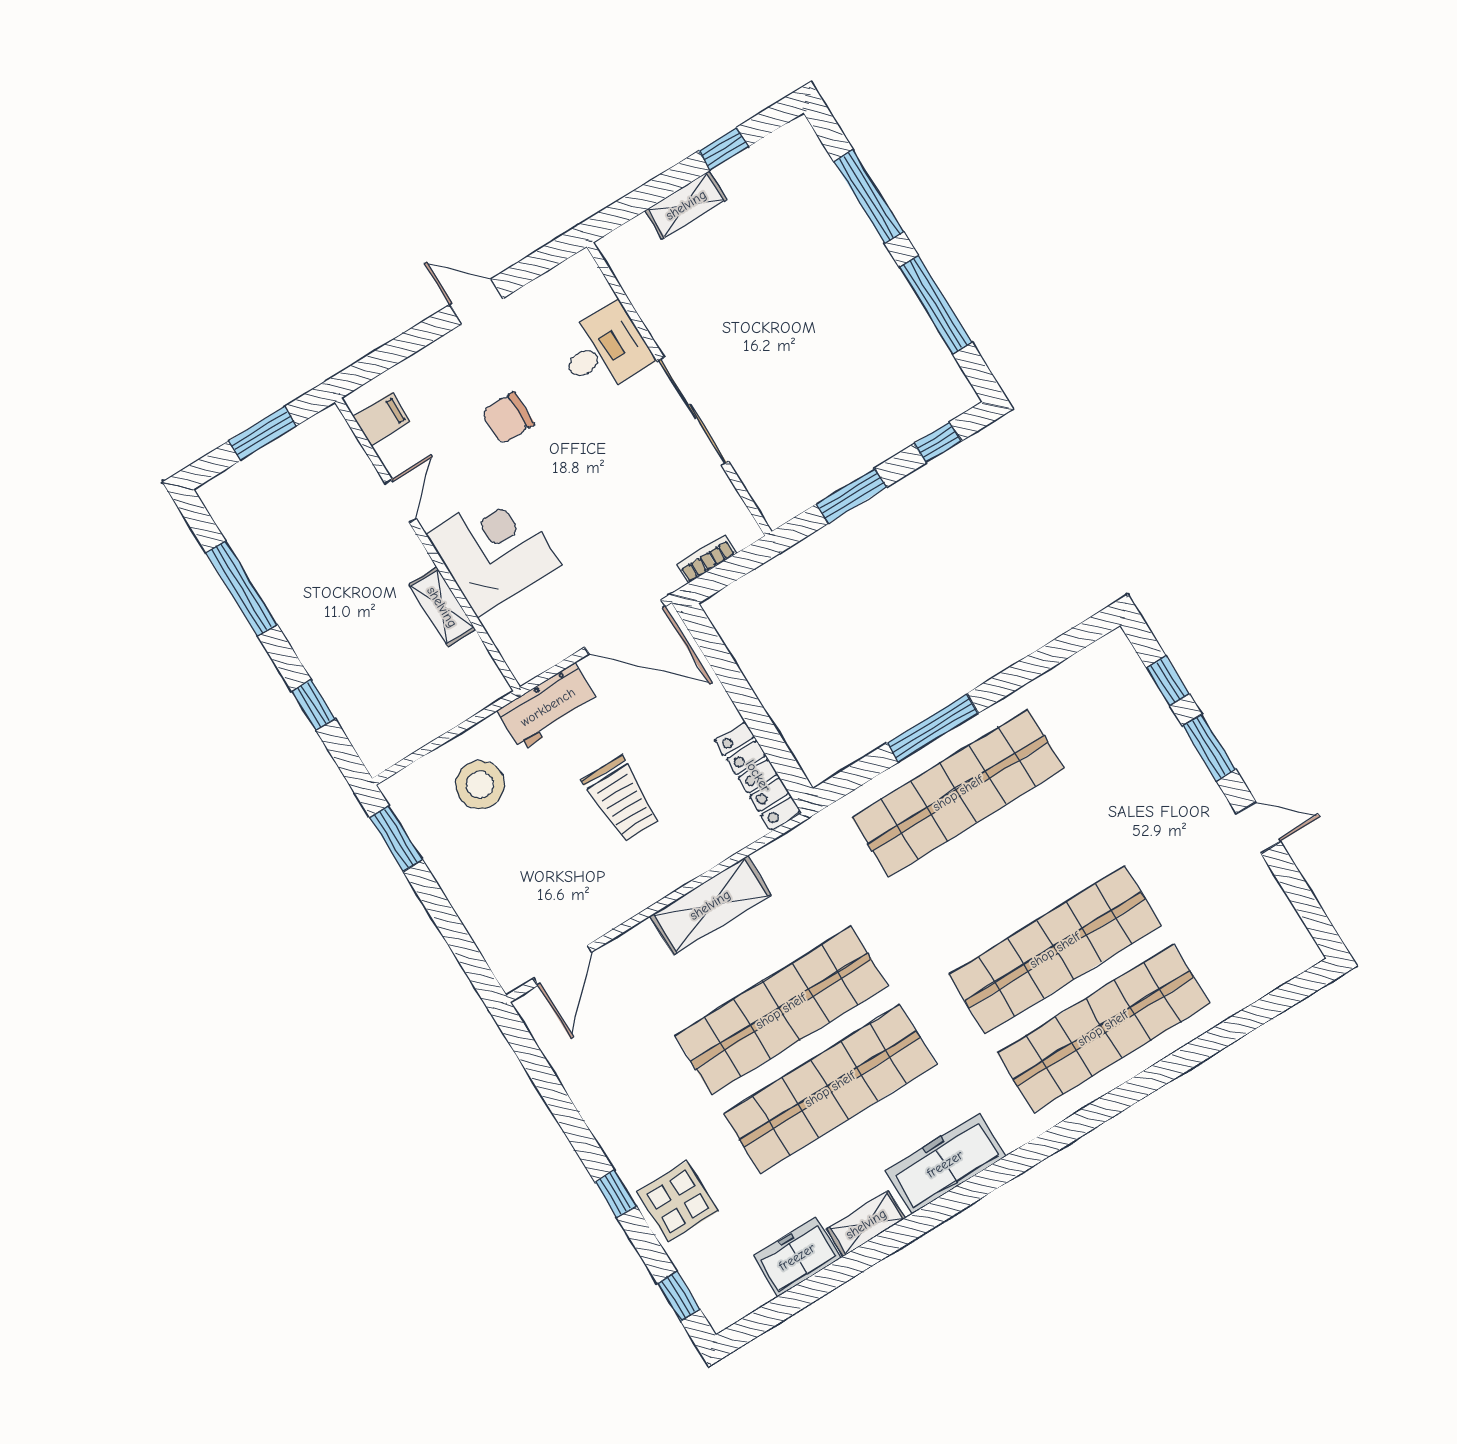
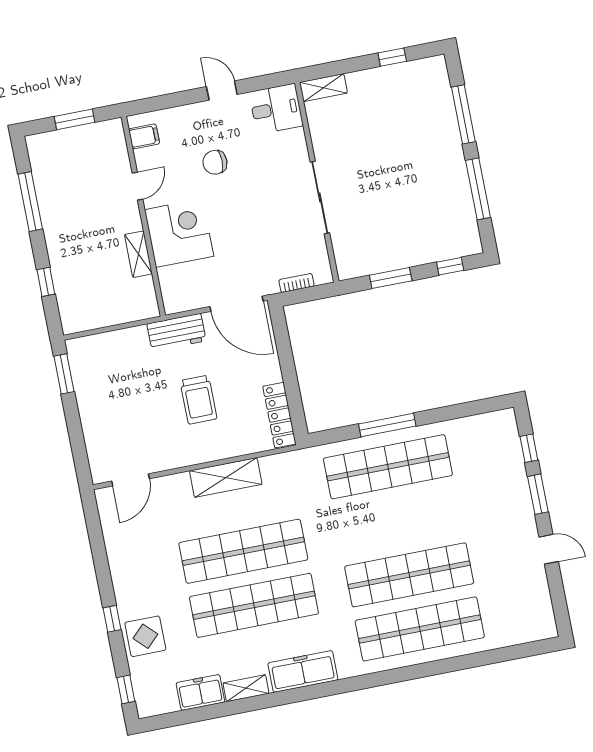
shelving: (686, 205) -> (323, 88), moved
desk: (604, 350) -> (276, 109), moved
stool: (480, 785) -> (122, 362), removed

